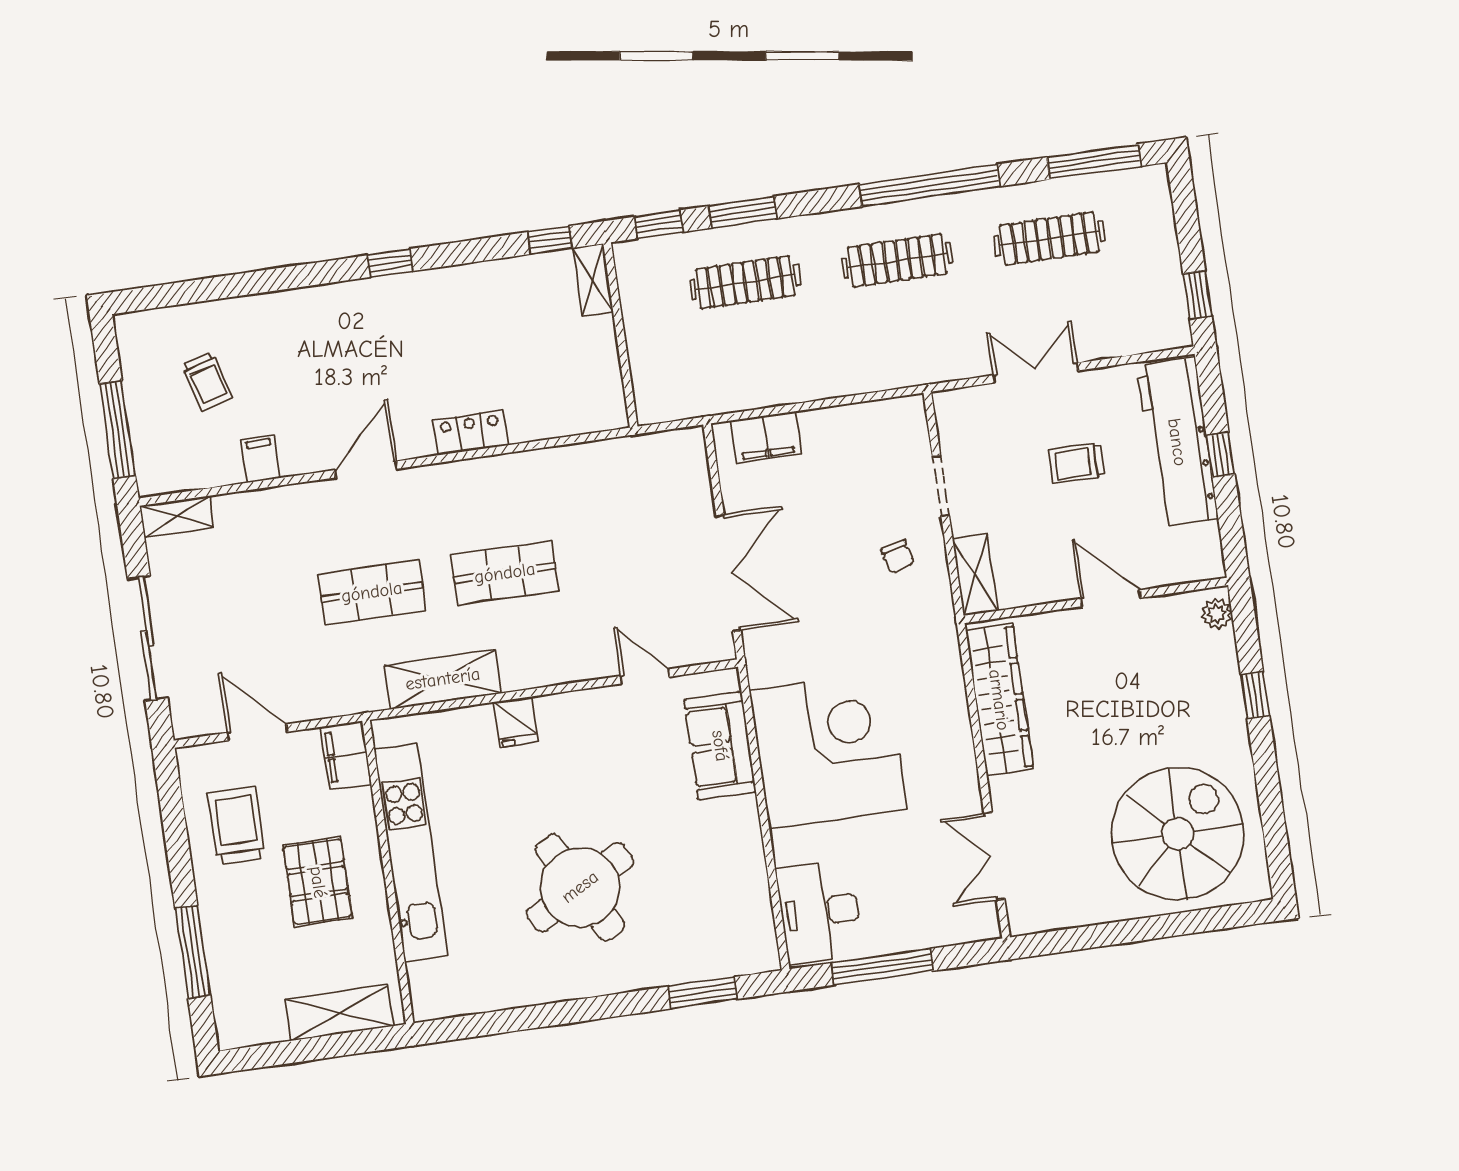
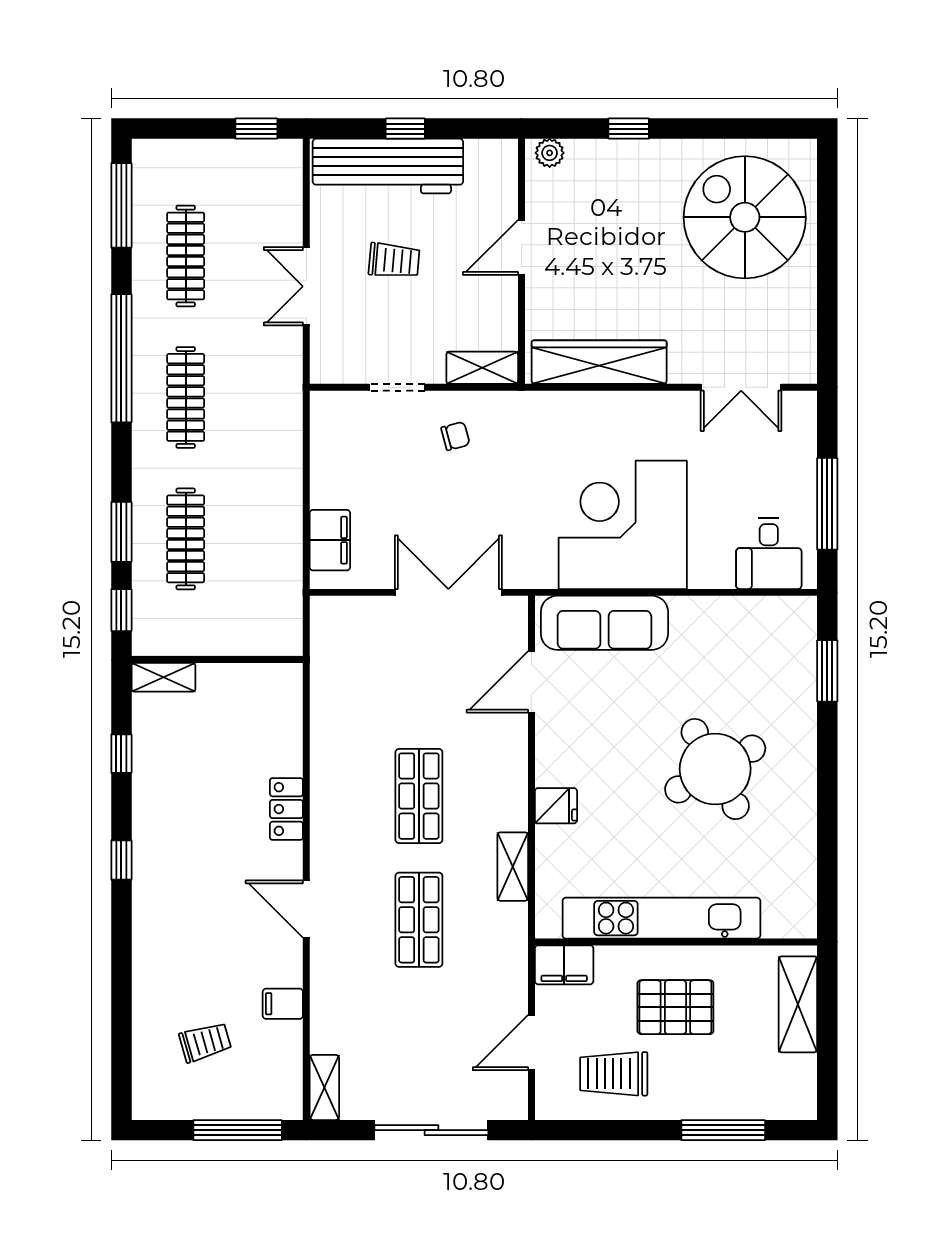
window: (550, 240) -> (121, 754), moved
trolley: (1077, 463) -> (394, 261), turned -85
door: (645, 676) -> (531, 682), width x1.38
shelving: (443, 679) -> (513, 867), width x0.67, depth x0.75
sofa: (720, 746) -> (604, 623), width x1.36
desk: (820, 912) -> (769, 554), width x0.73

